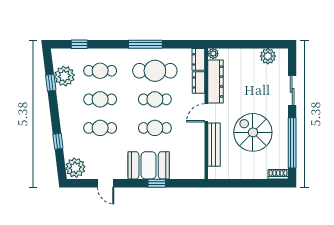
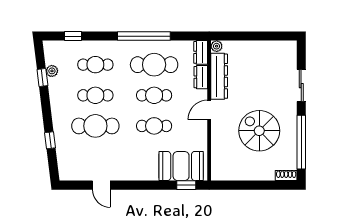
window: (145, 44) -> (144, 36), width x1.46
plant: (268, 56) -> (275, 49), removed
plant: (64, 76) -> (52, 71), width x0.53, depth x0.53
cafe table: (100, 128) -> (95, 126), width x1.37, depth x1.35
bench: (214, 145) -> (217, 144), removed
booth: (149, 165) -> (181, 166), moved
plant: (75, 168) -> (69, 169), removed
window: (157, 183) -> (186, 185), moved

